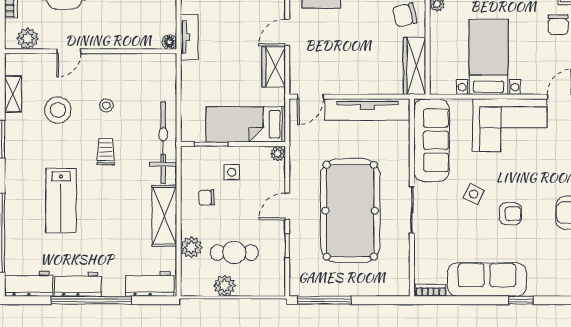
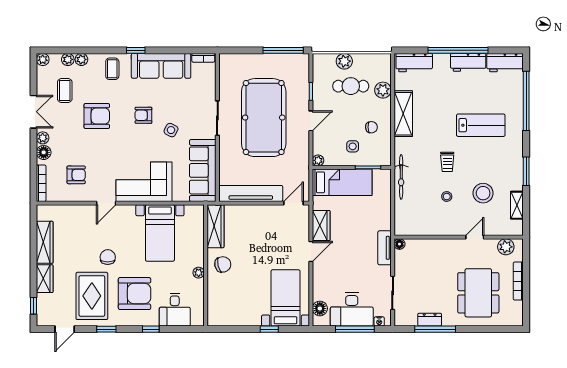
bicycle: (163, 143) -> (401, 177), width x0.73, depth x0.71
lab bench: (61, 200) -> (481, 125), turned 90
coffee table: (552, 276) -> (112, 69), added
plant: (224, 286) -> (344, 61), moved

